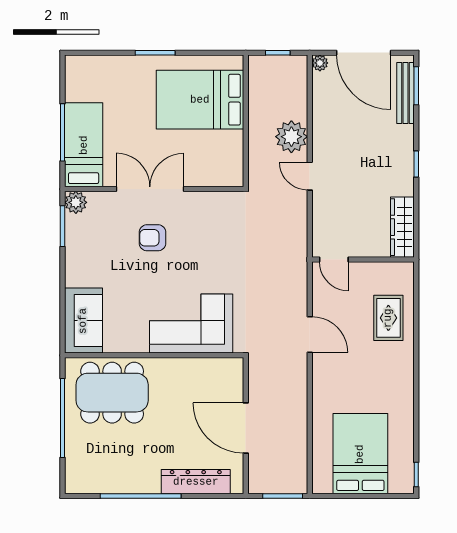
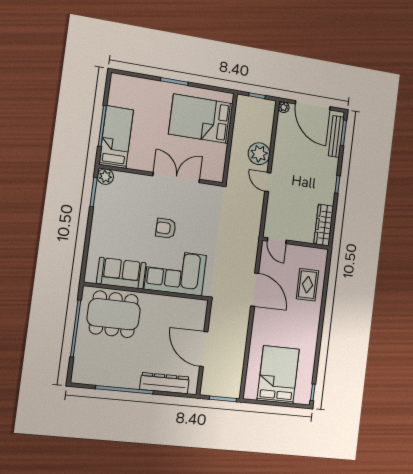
double door: (150, 189) -> (176, 178), moved
armchair: (153, 238) -> (166, 228), moved
sofa: (83, 321) -> (121, 273), moved, turned -90
door: (310, 334) -> (255, 290), width x1.36

